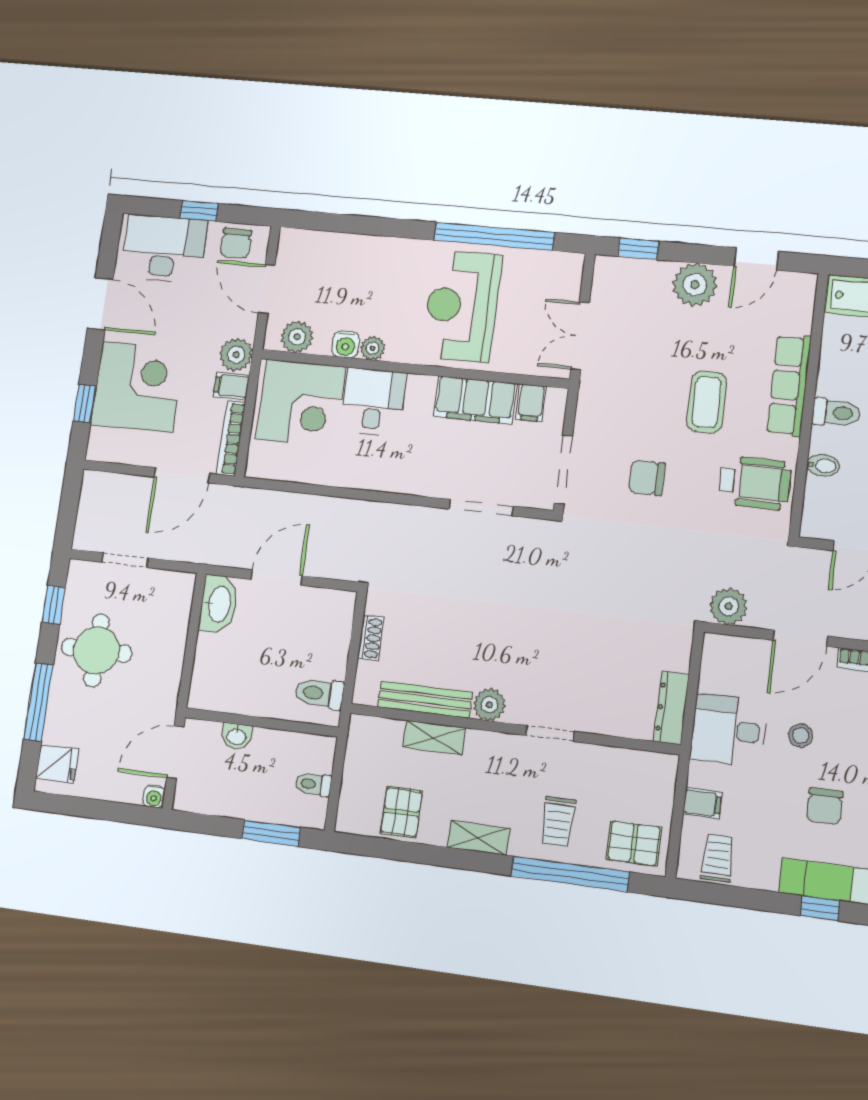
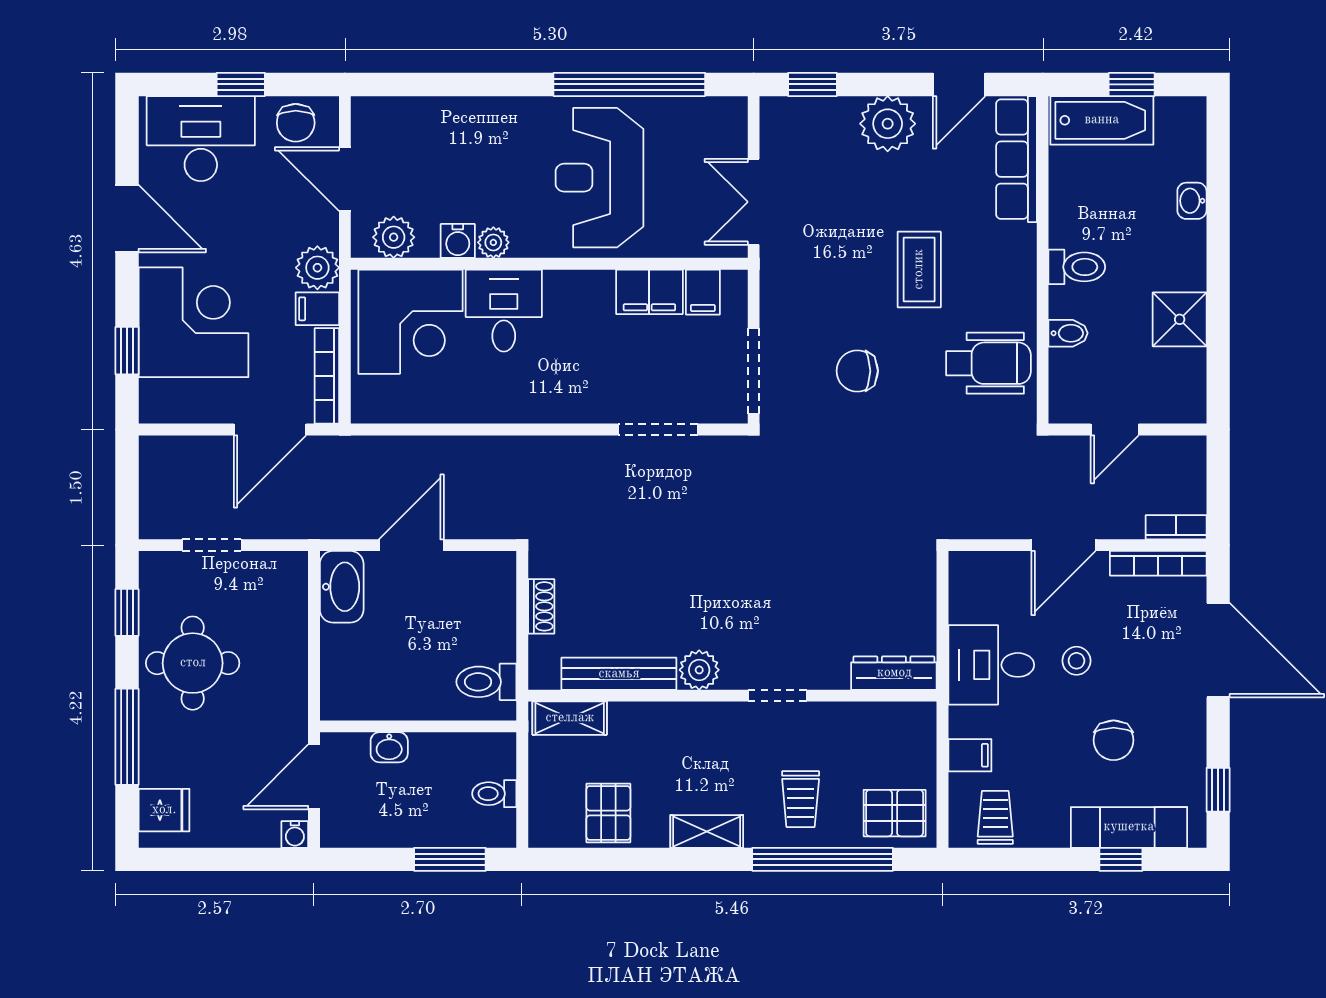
row of seats: (789, 385) -> (1017, 159), moved
filing cabinet: (475, 400) -> (649, 292), width x0.67, depth x0.86
plant: (729, 606) -> (974, 517), removed
dresser: (671, 708) -> (894, 673), moved, turned 90
shelving: (434, 737) -> (570, 718), moved

